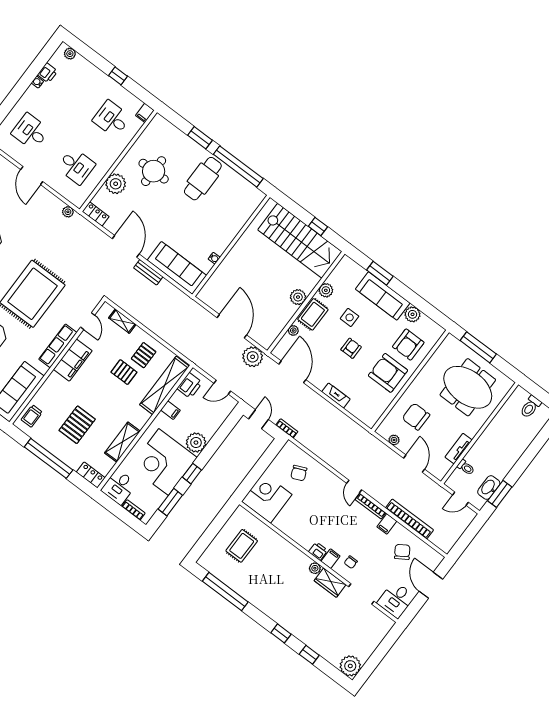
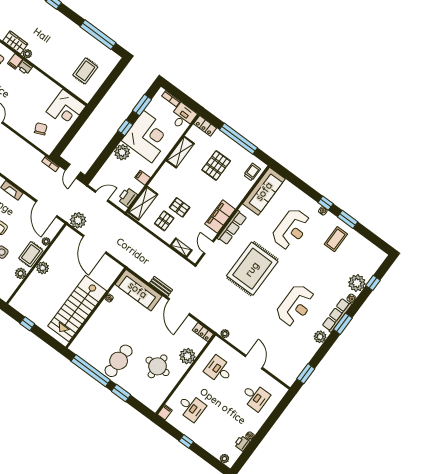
stairs: (300, 241) -> (77, 308), moved, turned -90
shelving: (164, 385) -> (143, 203), width x0.68

